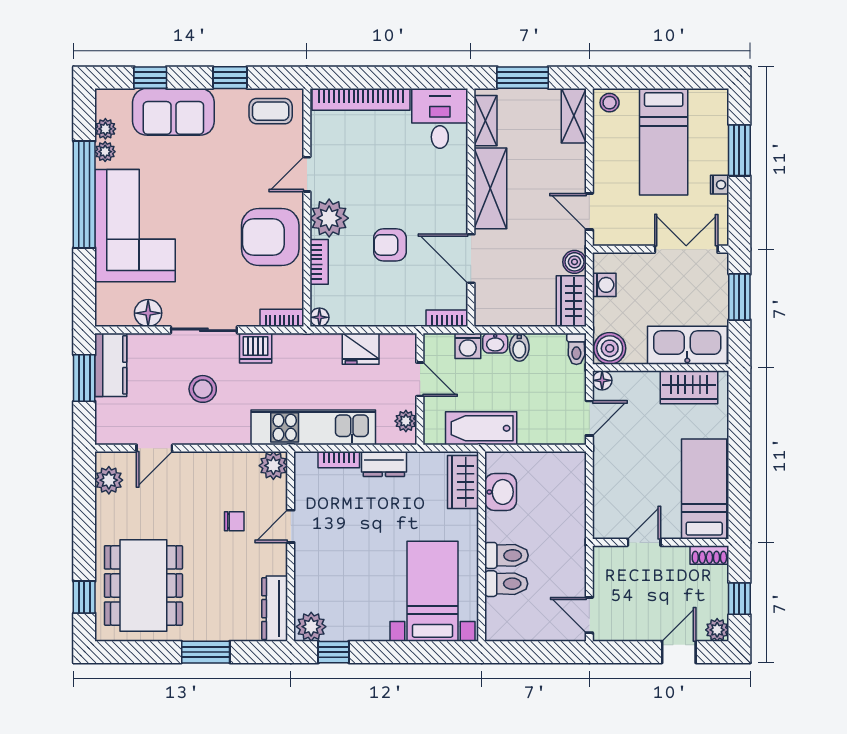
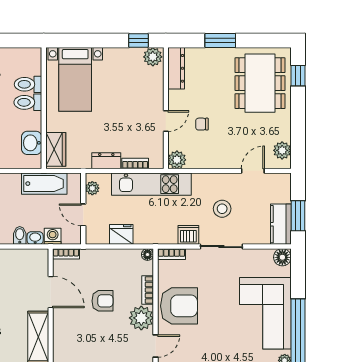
floor lamp: (148, 313) -> (282, 257), moved

